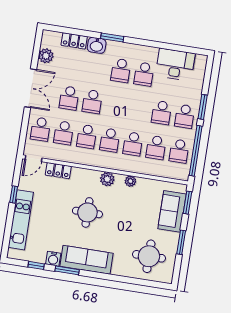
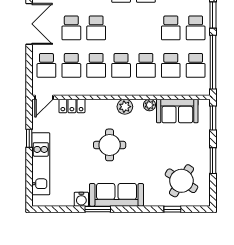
sofa: (172, 211) -> (177, 111), moved, turned -90
round table: (149, 256) -> (181, 181), turned 32
window: (36, 265) -> (172, 209), moved

